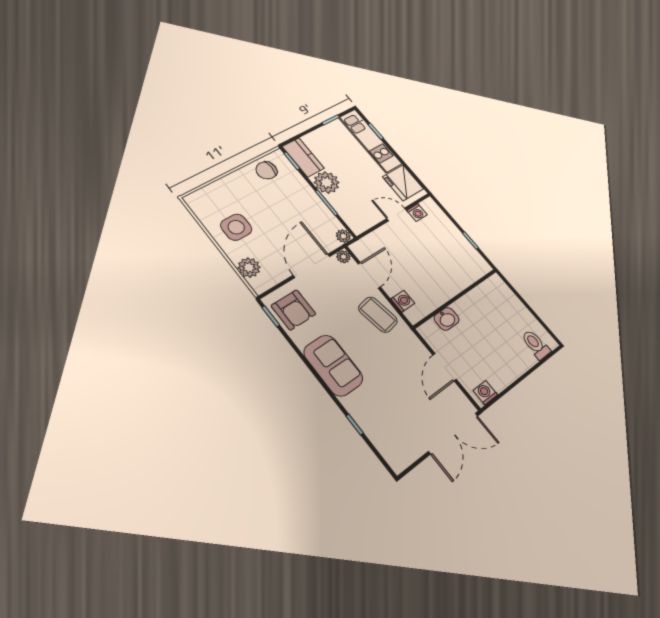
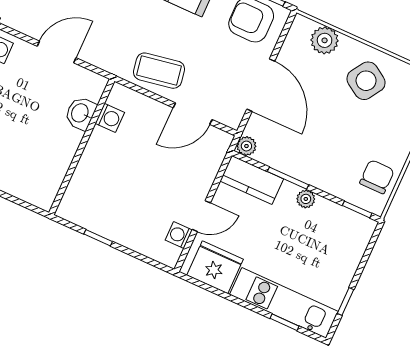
kitchen counter: (303, 157) -> (252, 180), moved
plant: (327, 182) -> (306, 199), width x0.53, depth x0.53
side table: (236, 227) -> (366, 81), turned 33
plant: (343, 257) -> (233, 119), removed
door: (369, 275) -> (193, 114), hinge flipped
washing machine: (403, 301) -> (110, 118), moved, turned -90
door: (445, 367) -> (57, 52), hinge flipped

